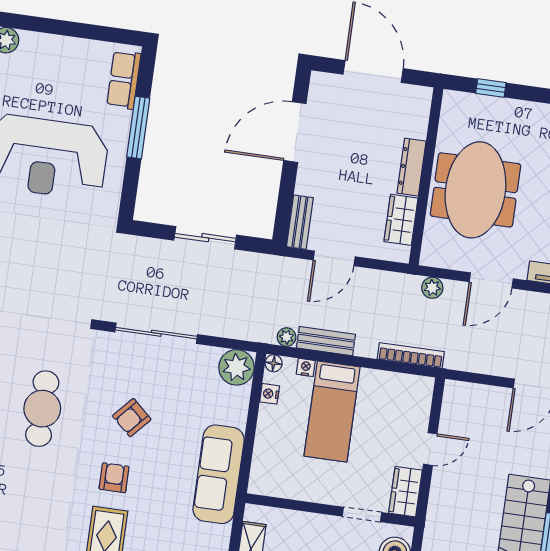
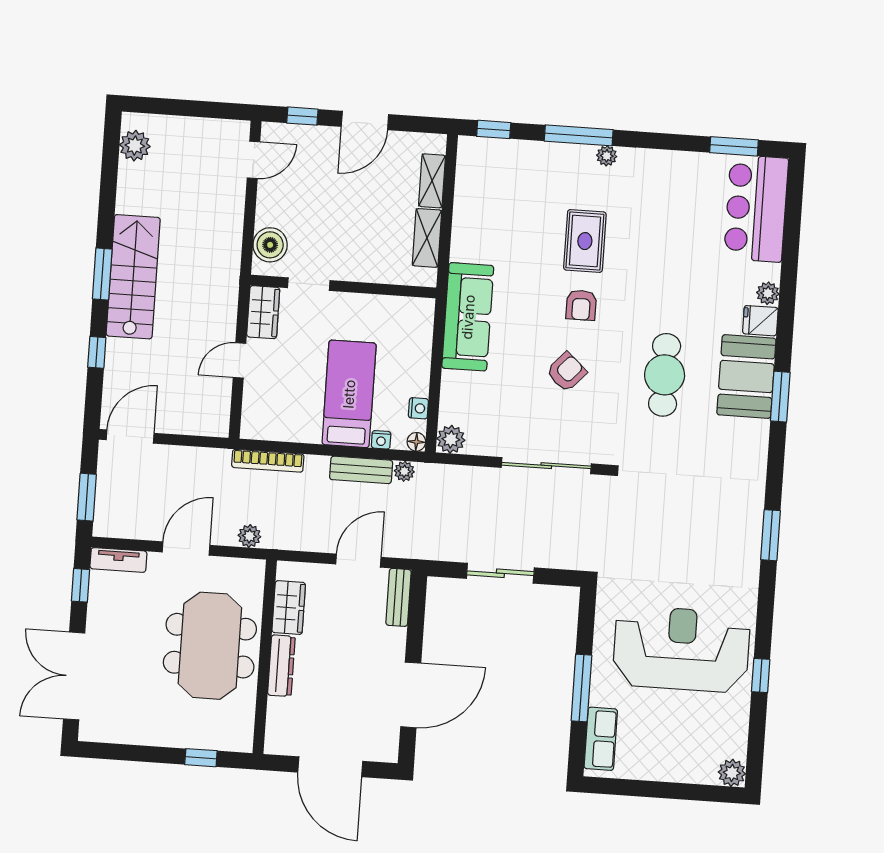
plant: (236, 367) -> (451, 439), width x0.73, depth x0.73

